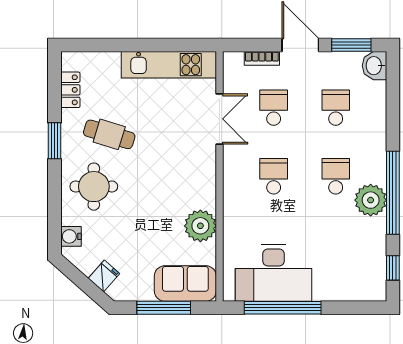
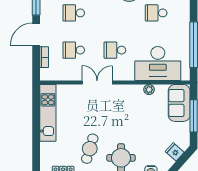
double door: (220, 119) -> (97, 83), moved
school desk: (336, 176) -> (156, 13), moved
plant: (200, 226) -> (149, 90), width x0.53, depth x0.53
desk: (274, 273) -> (158, 64), moved, turned 90

